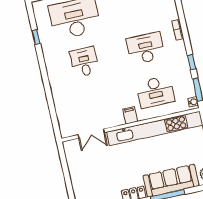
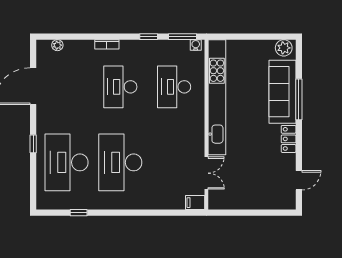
desk: (84, 62) -> (120, 162), width x1.87, depth x1.30
desk: (155, 92) -> (174, 87), turned 180
filing cabinet: (130, 115) -> (195, 203), moved

